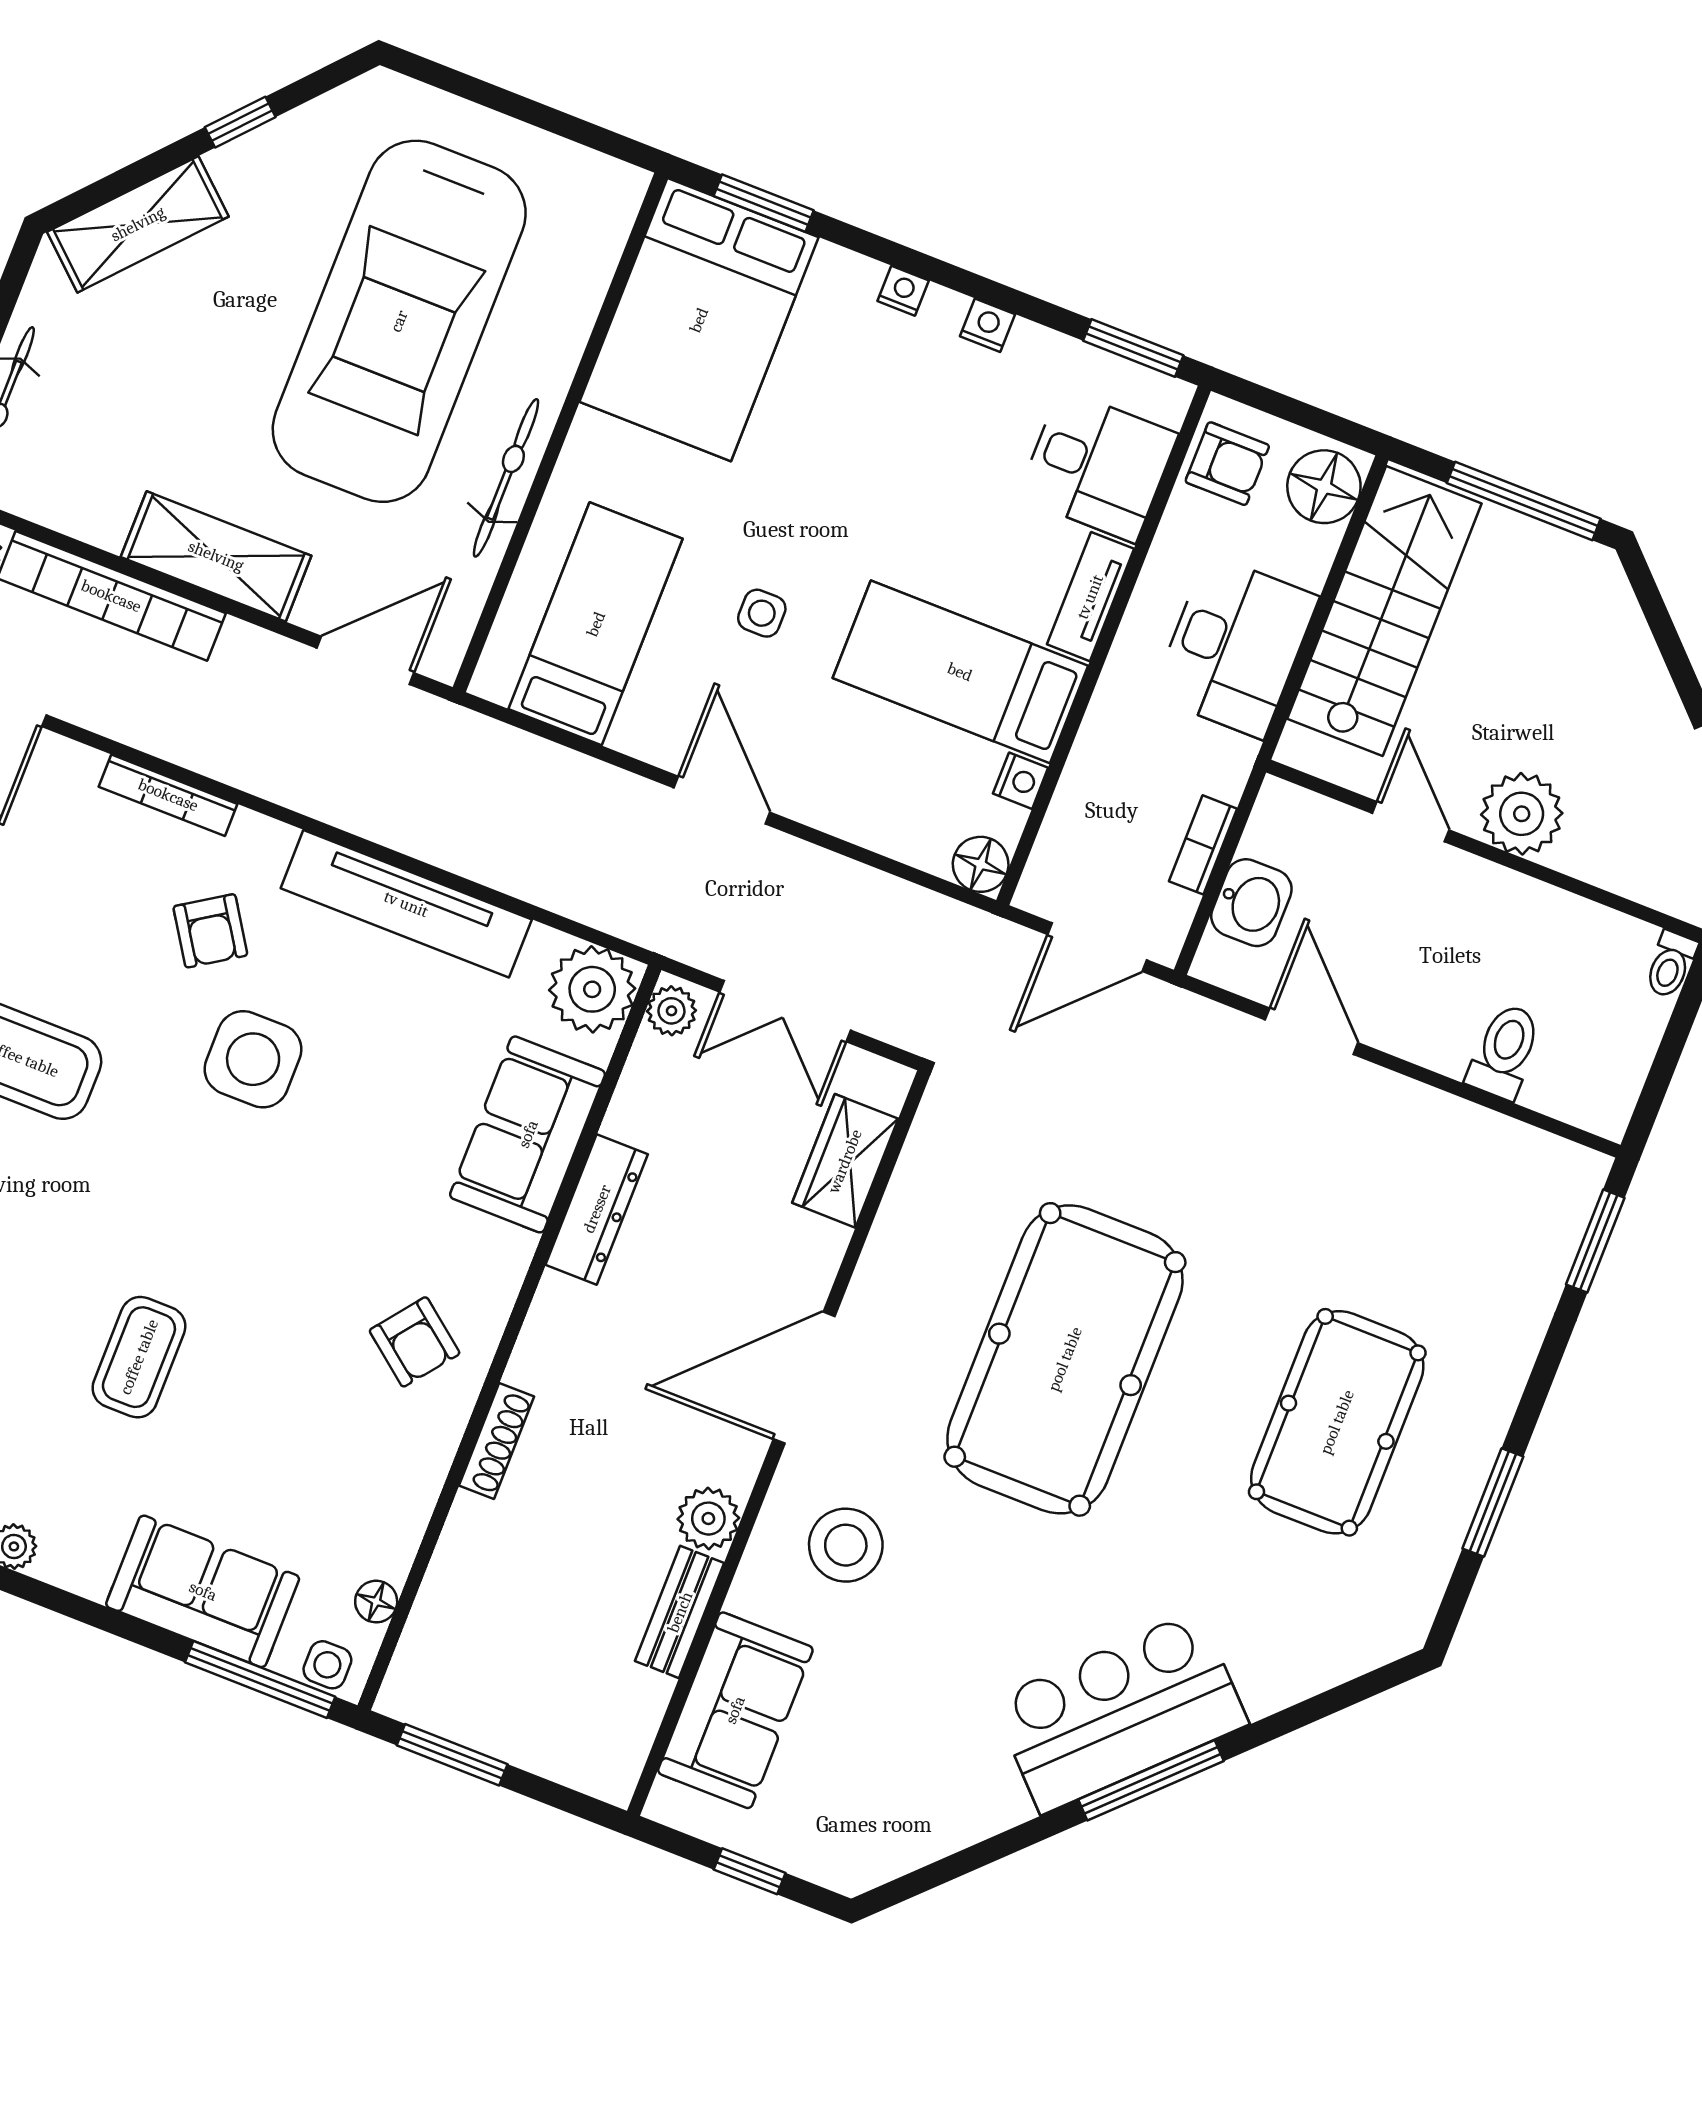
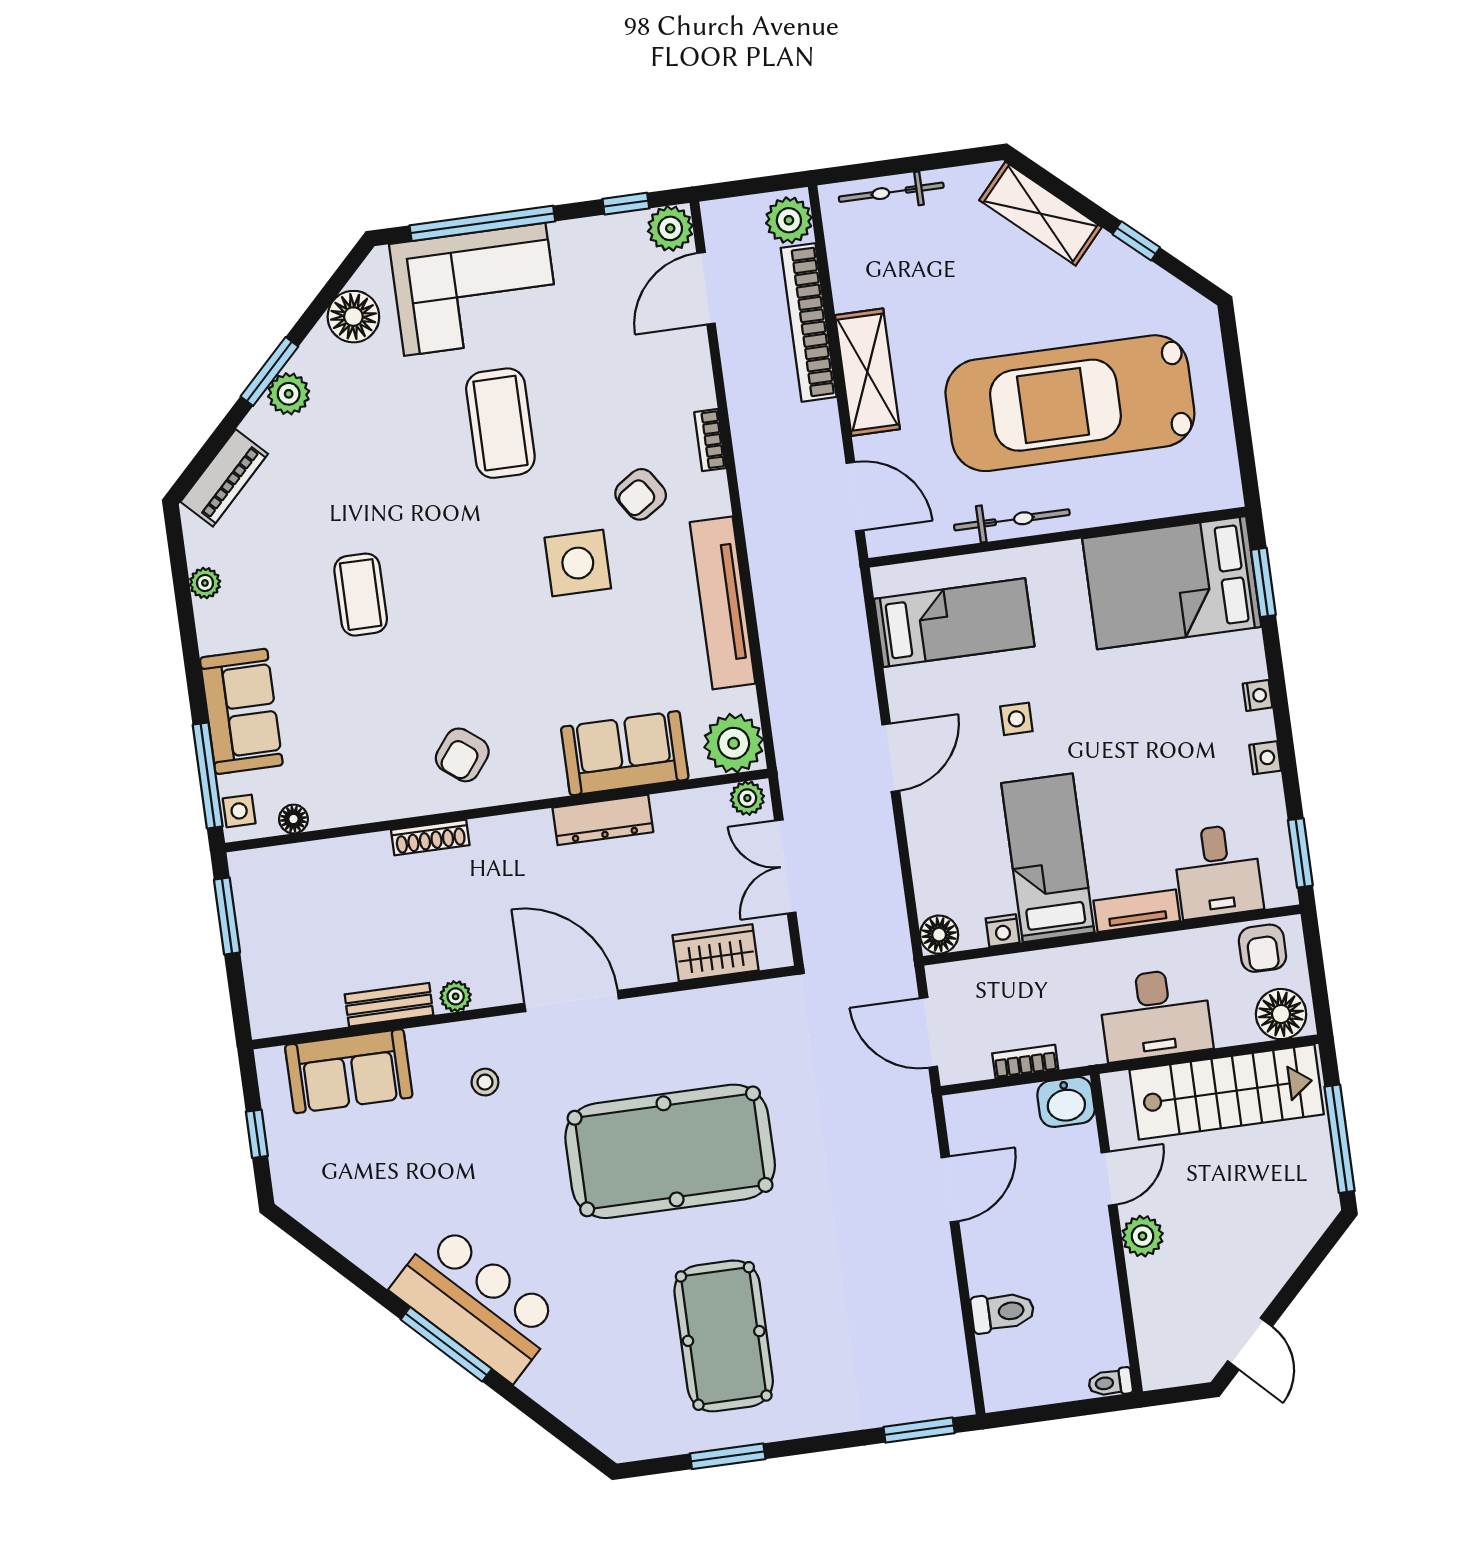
bookcase: (168, 795) -> (710, 440), width x0.64
plant: (1522, 814) -> (1142, 1236), width x0.73, depth x0.73
washbasin: (1251, 903) -> (1066, 1102), moved
coffee table: (139, 1357) -> (361, 595), turned 90
pool table: (1337, 1422) -> (724, 1336), turned 90
plant: (708, 1519) -> (456, 996), width x0.73, depth x0.73
stool: (846, 1545) -> (485, 1082), width x0.53, depth x0.53

